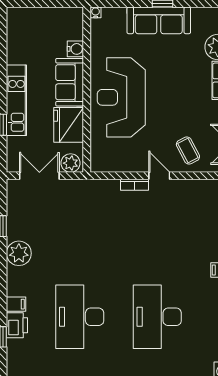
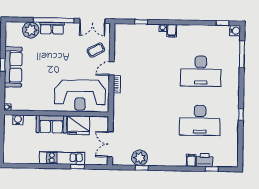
water cooler: (75, 49) -> (18, 120), moved
reception desk: (121, 97) -> (80, 95), moved
plant: (71, 163) -> (102, 124), removed
plant: (19, 253) -> (140, 158), moved

